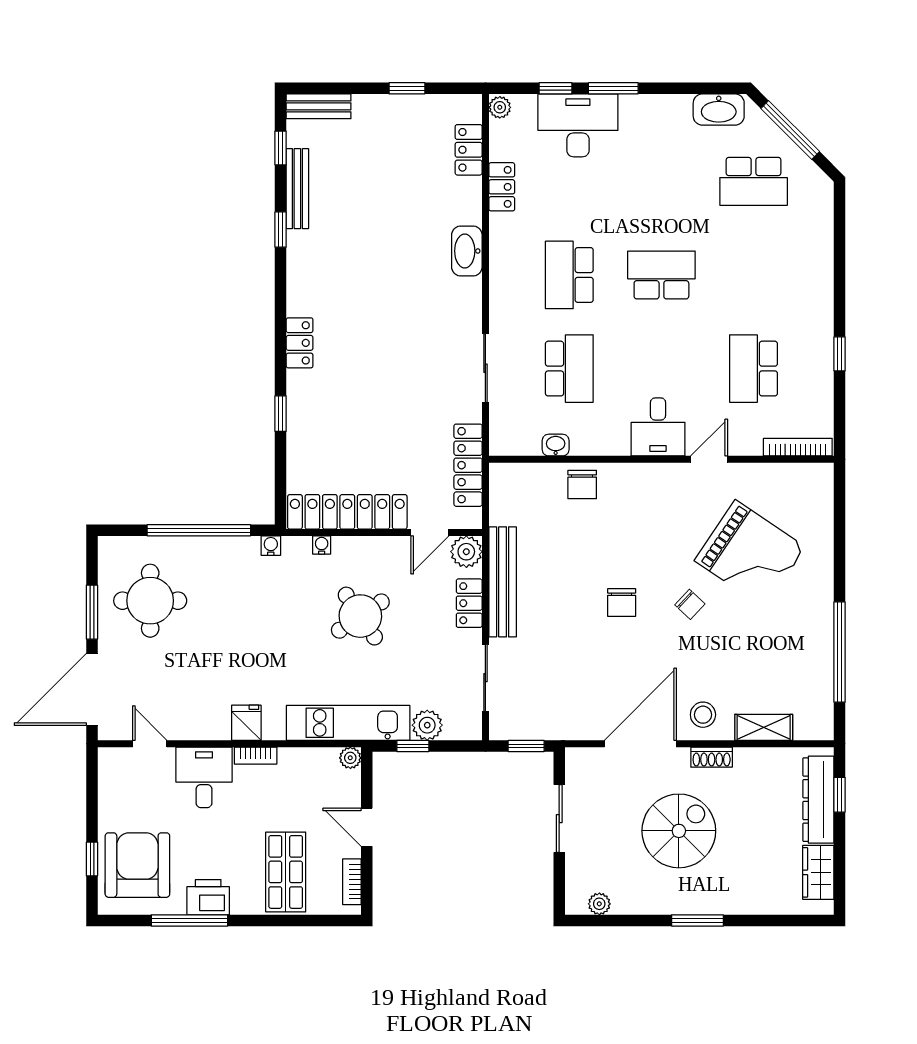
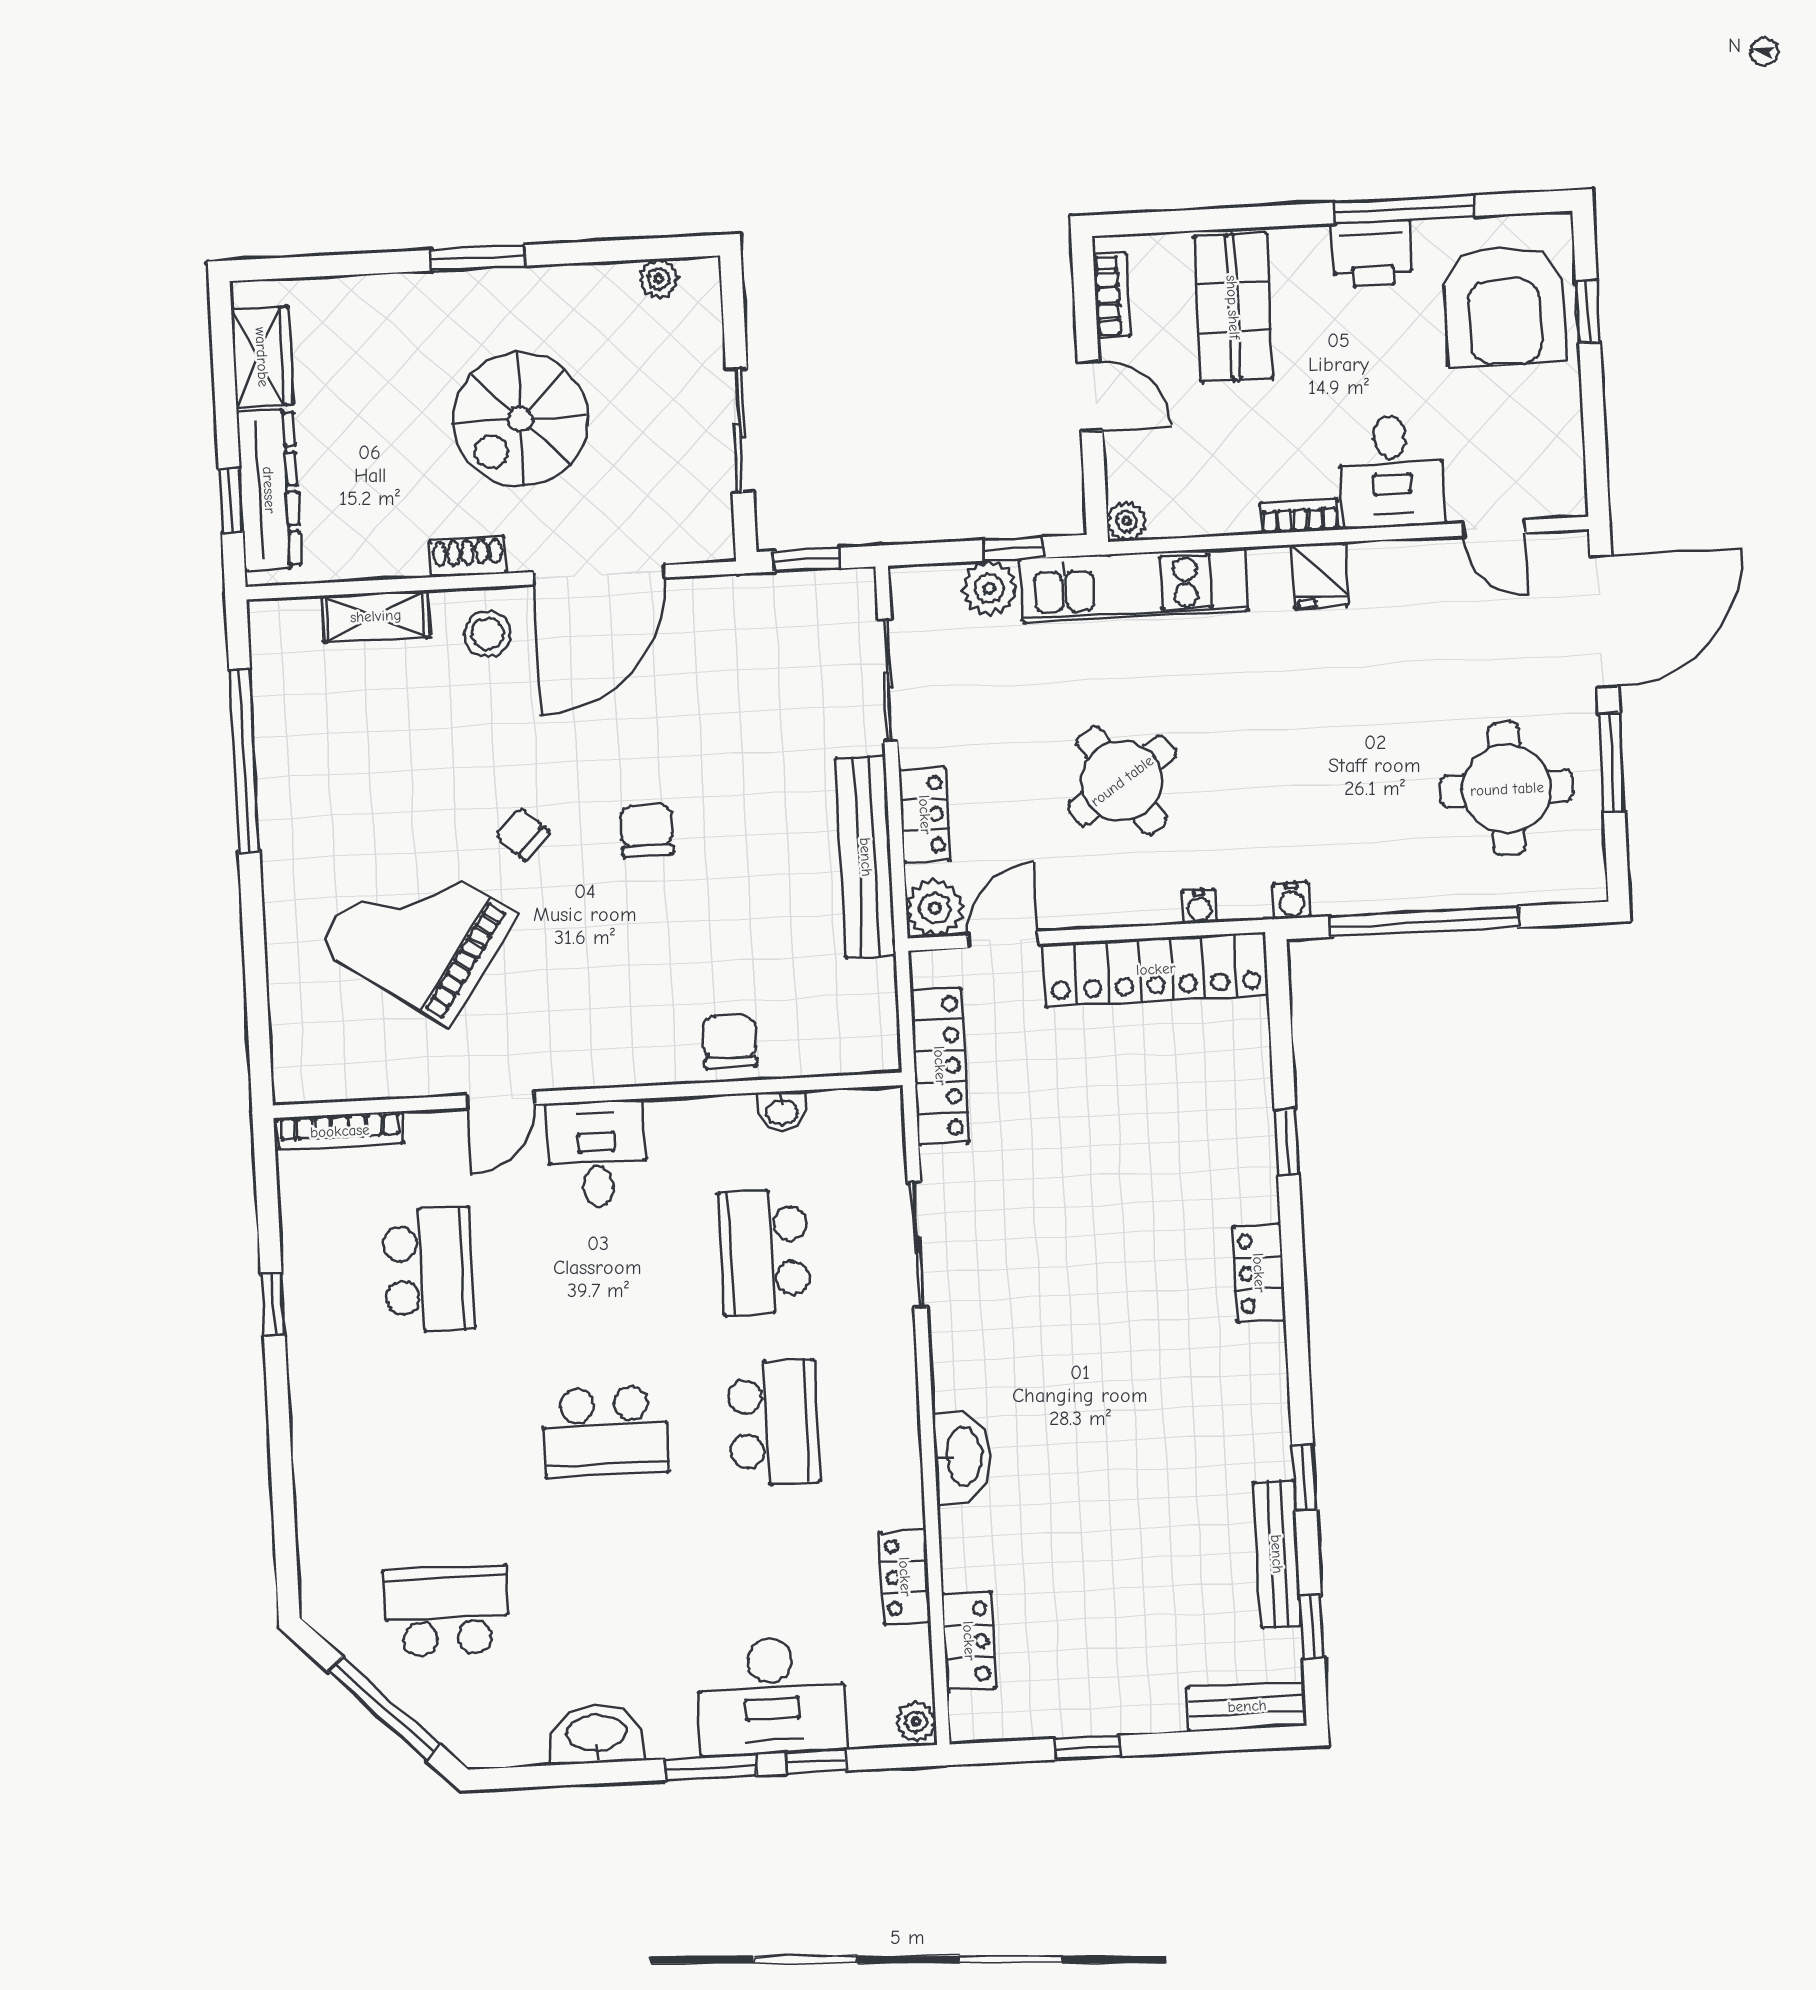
washbasin: (719, 110) -> (597, 1734), moved

